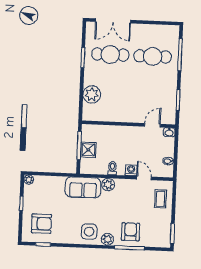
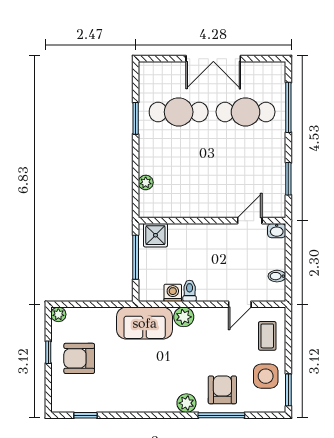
double door: (113, 21) -> (213, 59), moved
plant: (92, 94) -> (146, 182), width x0.53, depth x0.53
shower: (88, 150) -> (155, 235), moved
washing machine: (131, 170) -> (173, 293), moved
door: (144, 178) -> (240, 304), swing flipped
armchair: (41, 224) -> (79, 358), moved, turned 180
side table: (89, 232) -> (266, 376), moved

